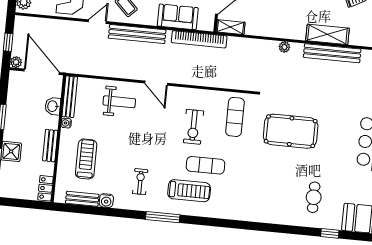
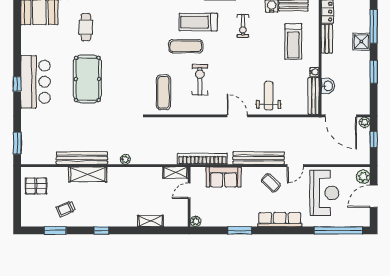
weight bench: (119, 102) -> (269, 96), turned 90
pool table: (291, 131) -> (87, 79), moved, turned 90
bench: (50, 146) -> (327, 39), moved

